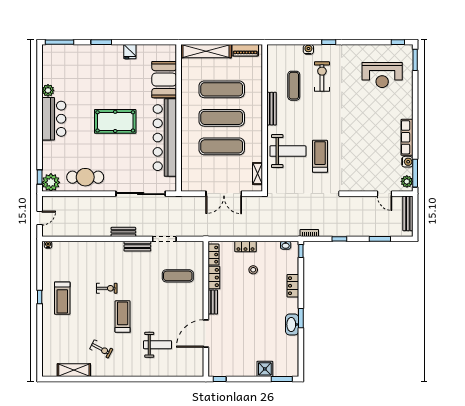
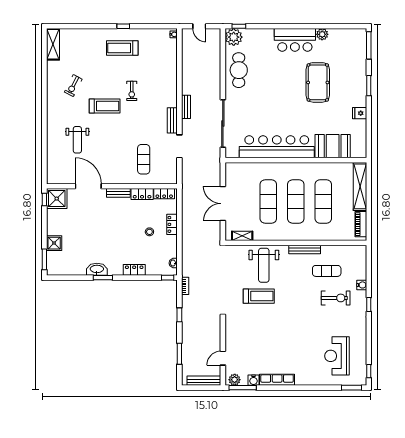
pool table: (115, 121) -> (318, 82), moved
shower: (219, 366) -> (57, 199), added
shelving: (74, 370) -> (53, 44), moved

